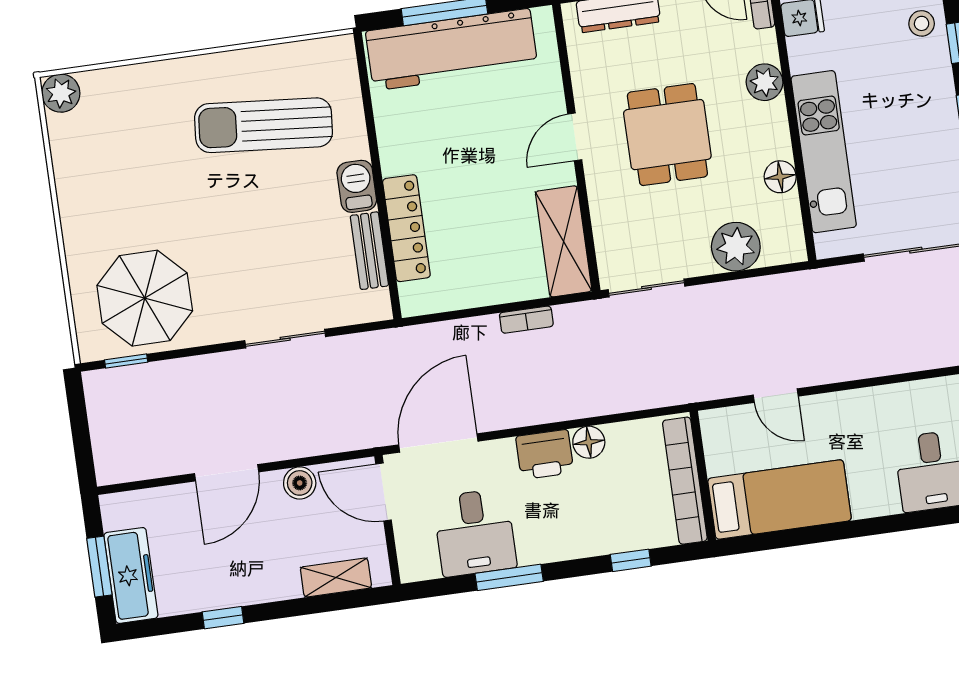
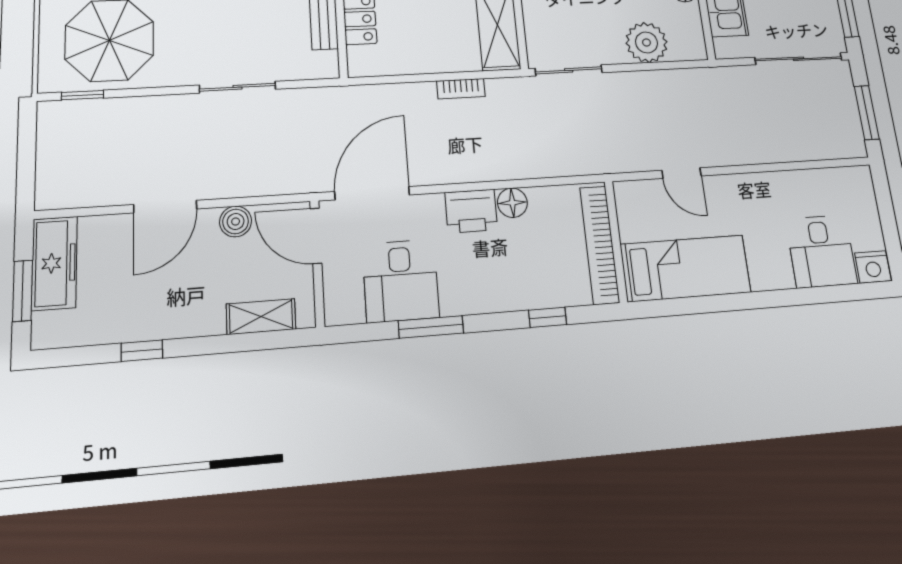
freezer: (131, 575) -> (54, 263), moved

